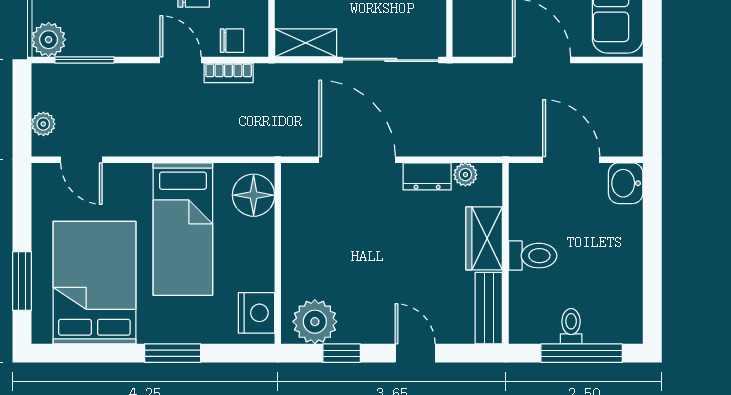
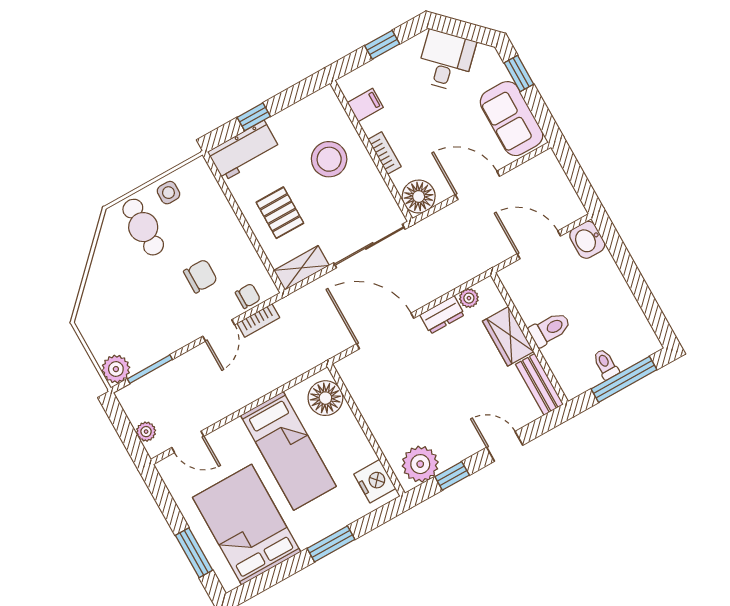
floor lamp: (473, 37) -> (419, 196), added
door: (181, 60) -> (219, 330), swing flipped

